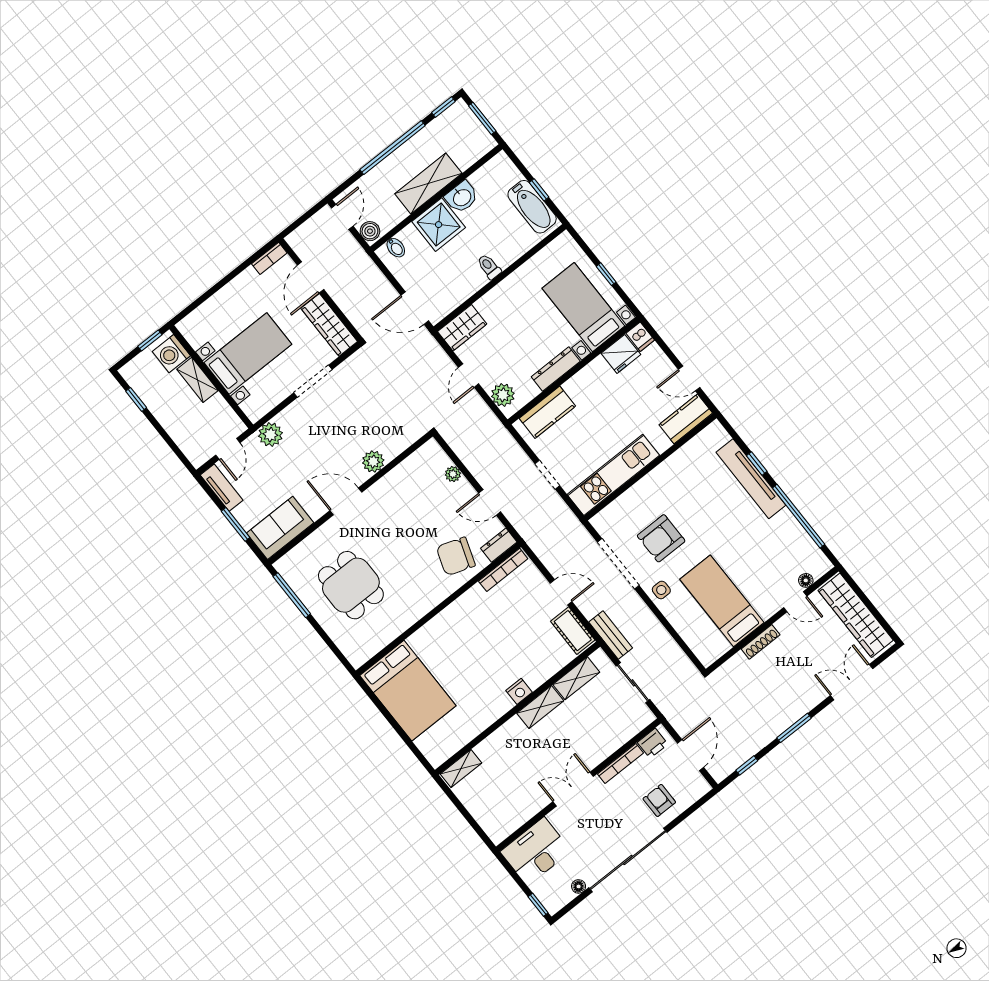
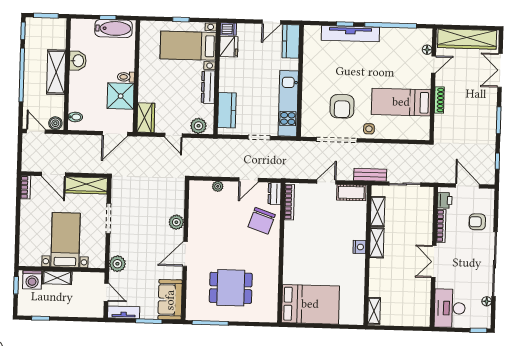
shower: (439, 225) -> (121, 96), moved

